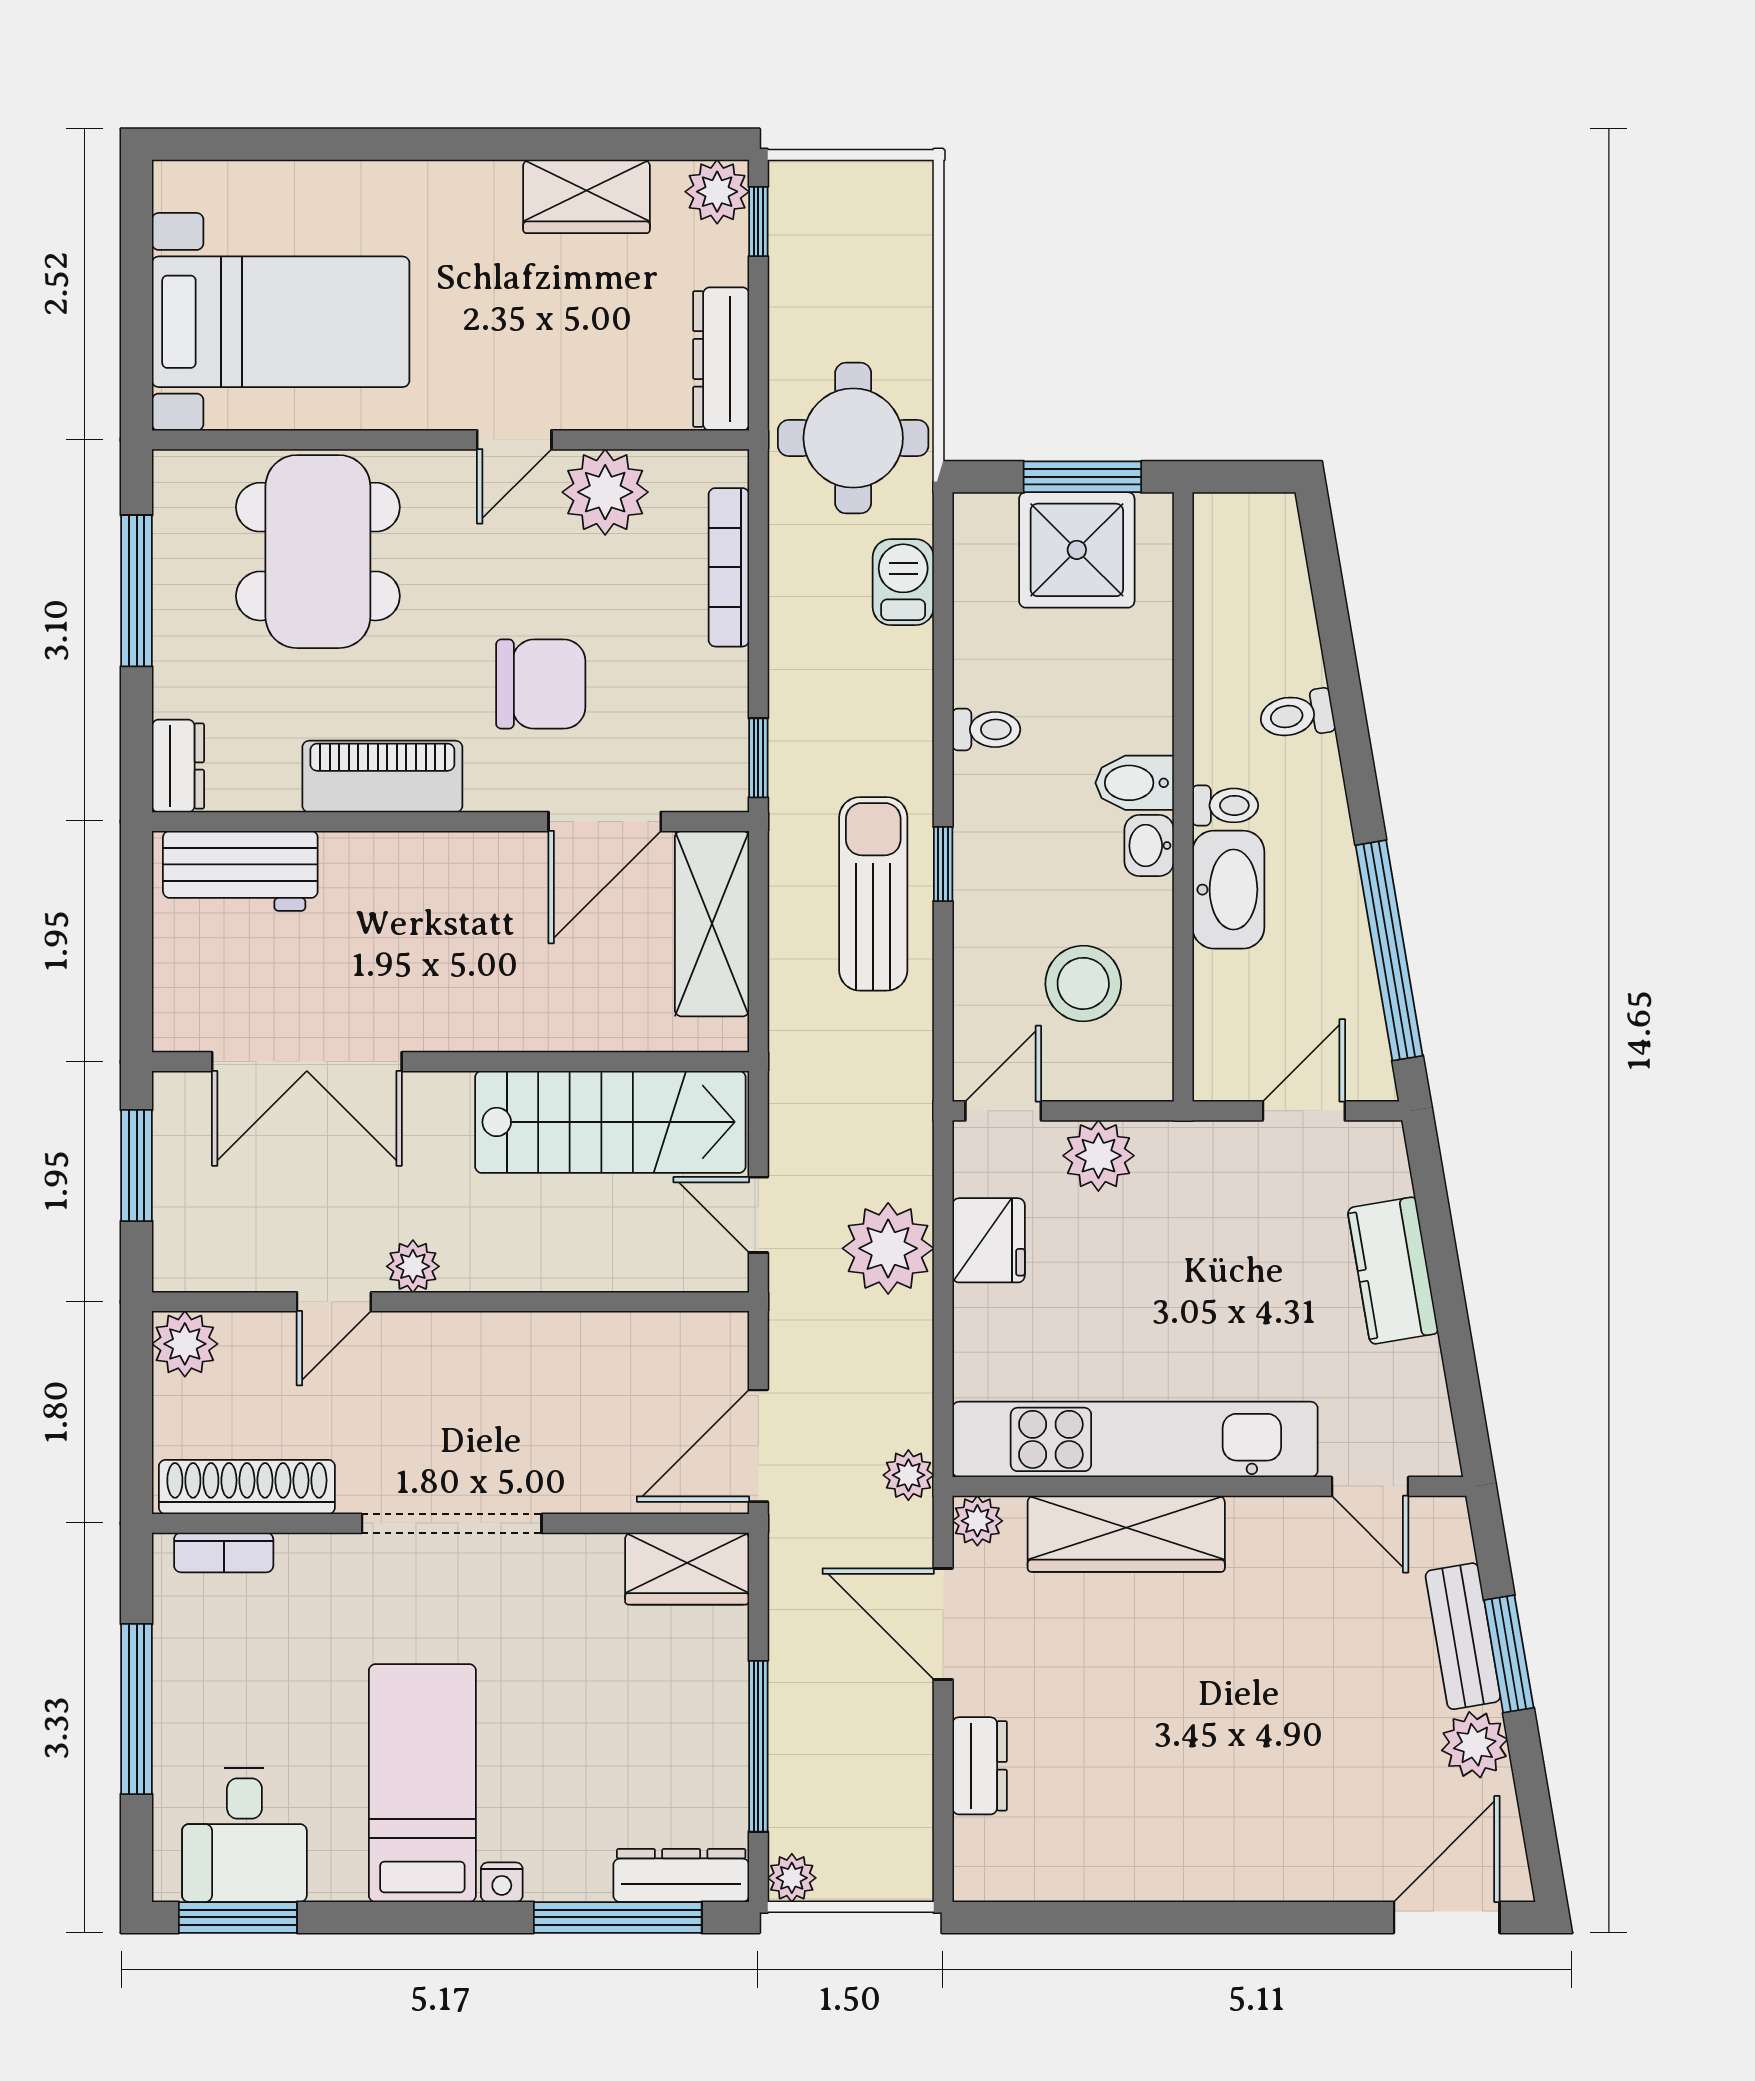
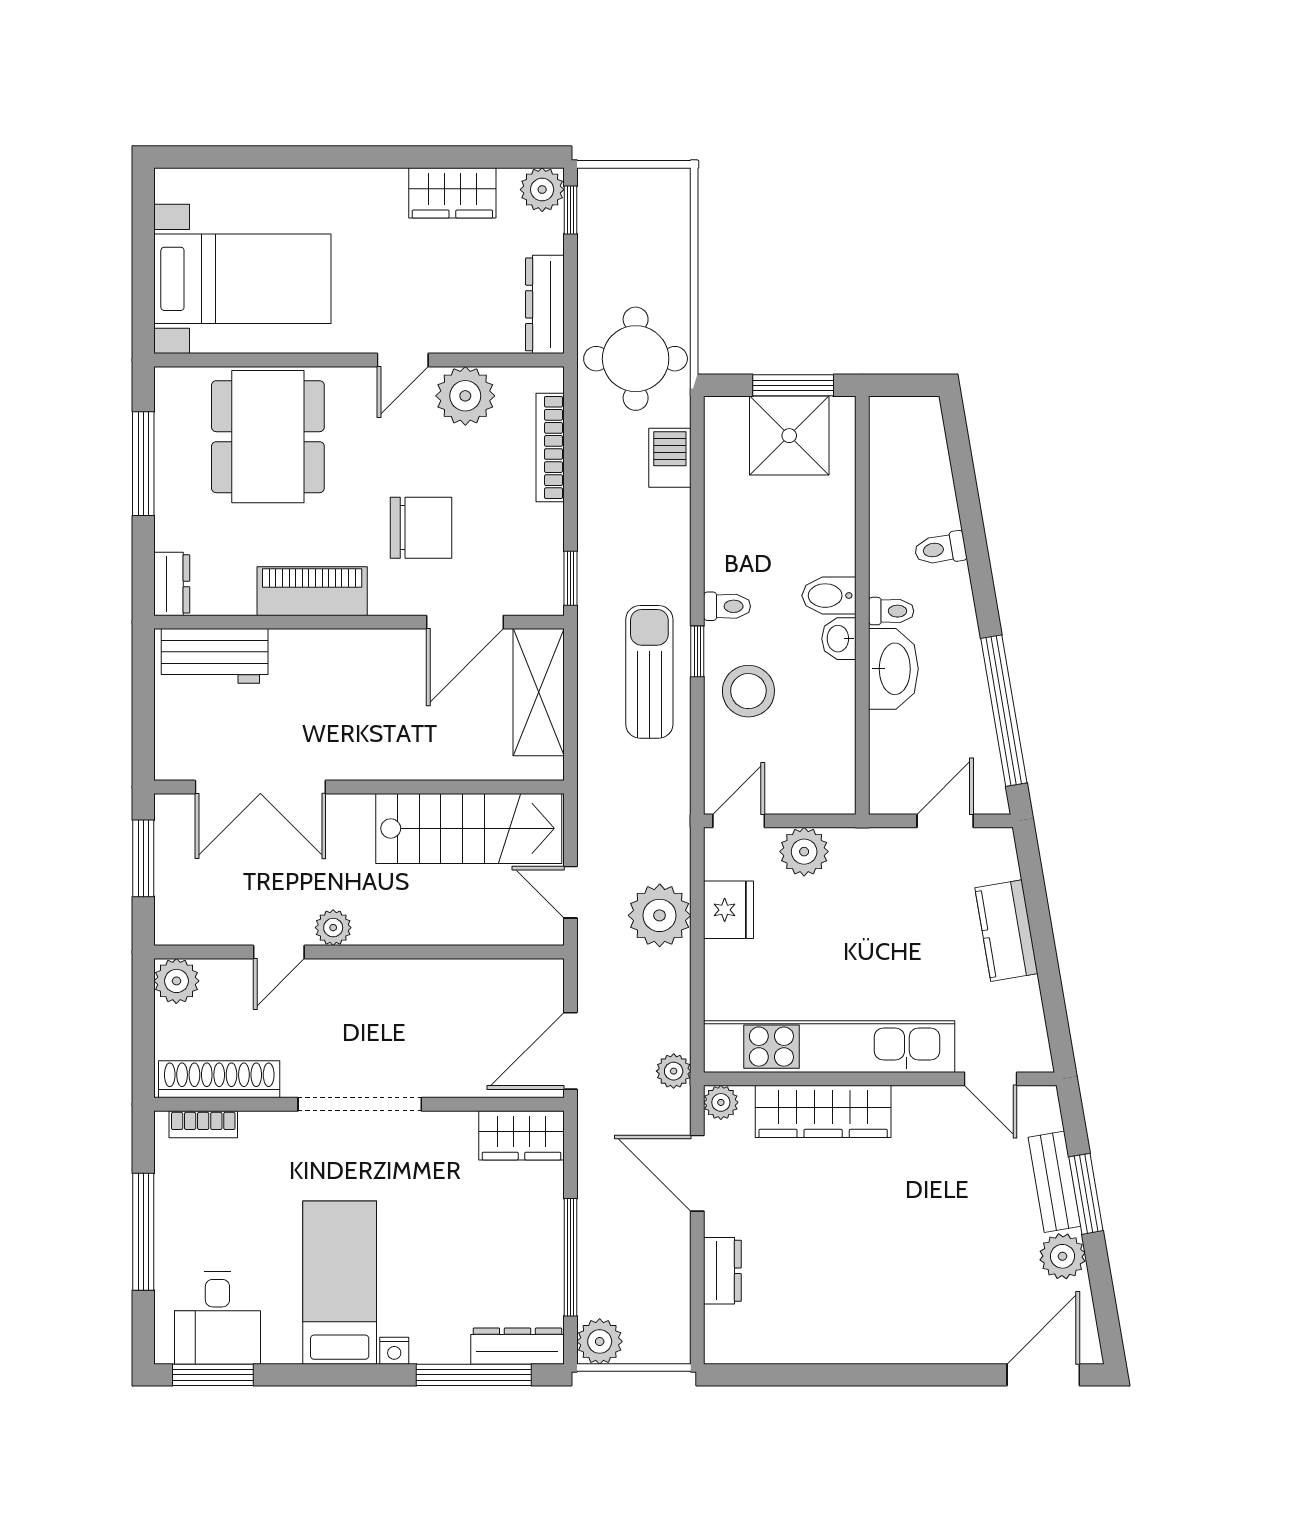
toilet: (986, 729) -> (727, 606), moved
stool: (1083, 983) -> (748, 691), moved
plant: (792, 1878) -> (600, 1341), width x1.38, depth x1.38

